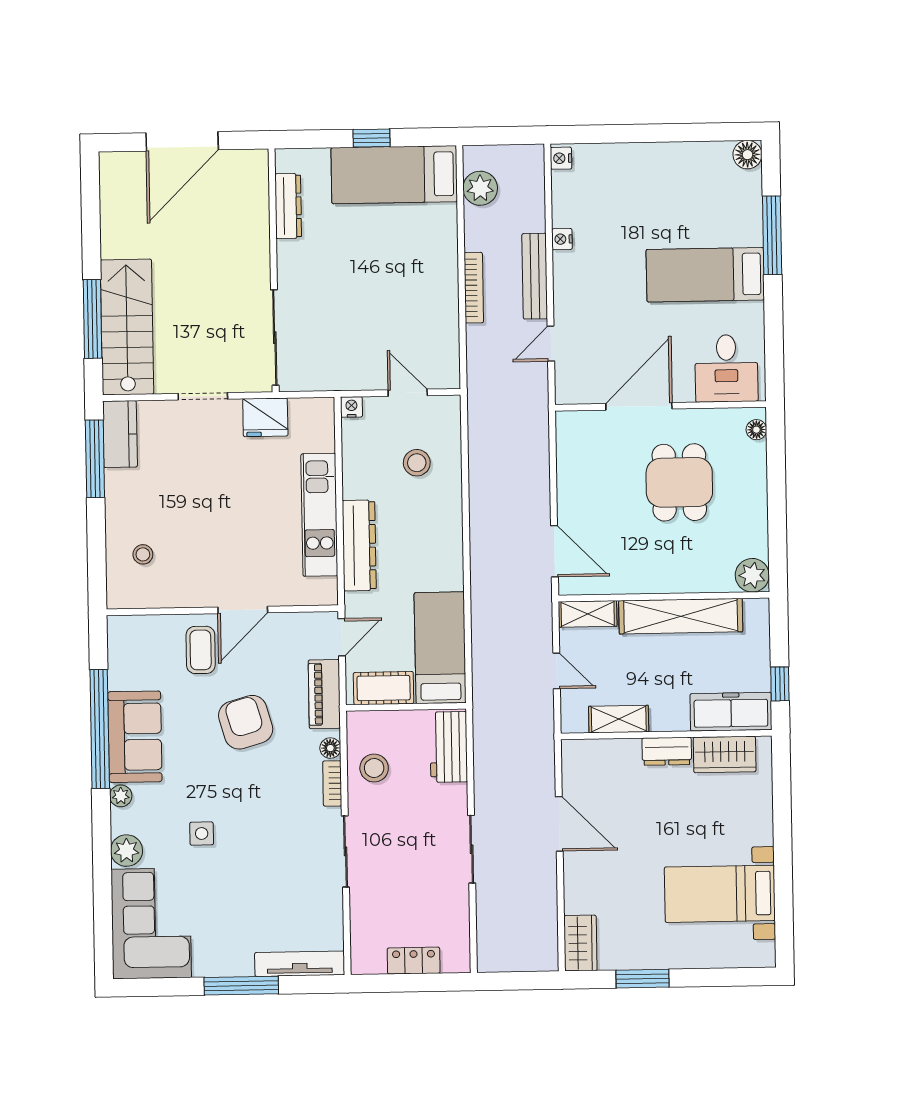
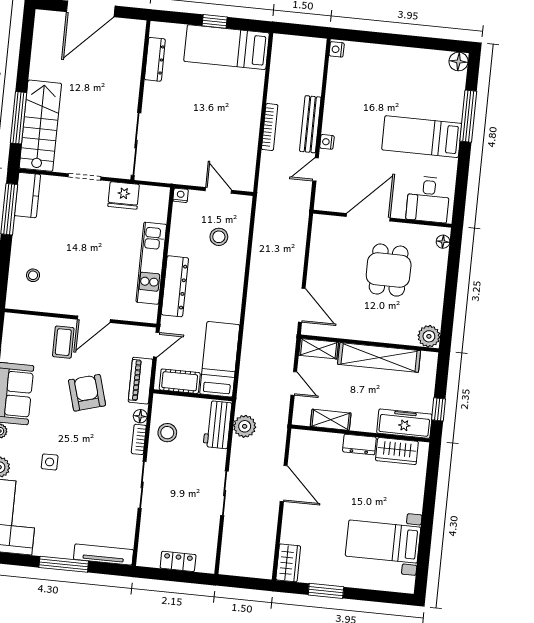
plant: (480, 188) -> (245, 426), moved
nightstand: (562, 239) -> (327, 142), moved

